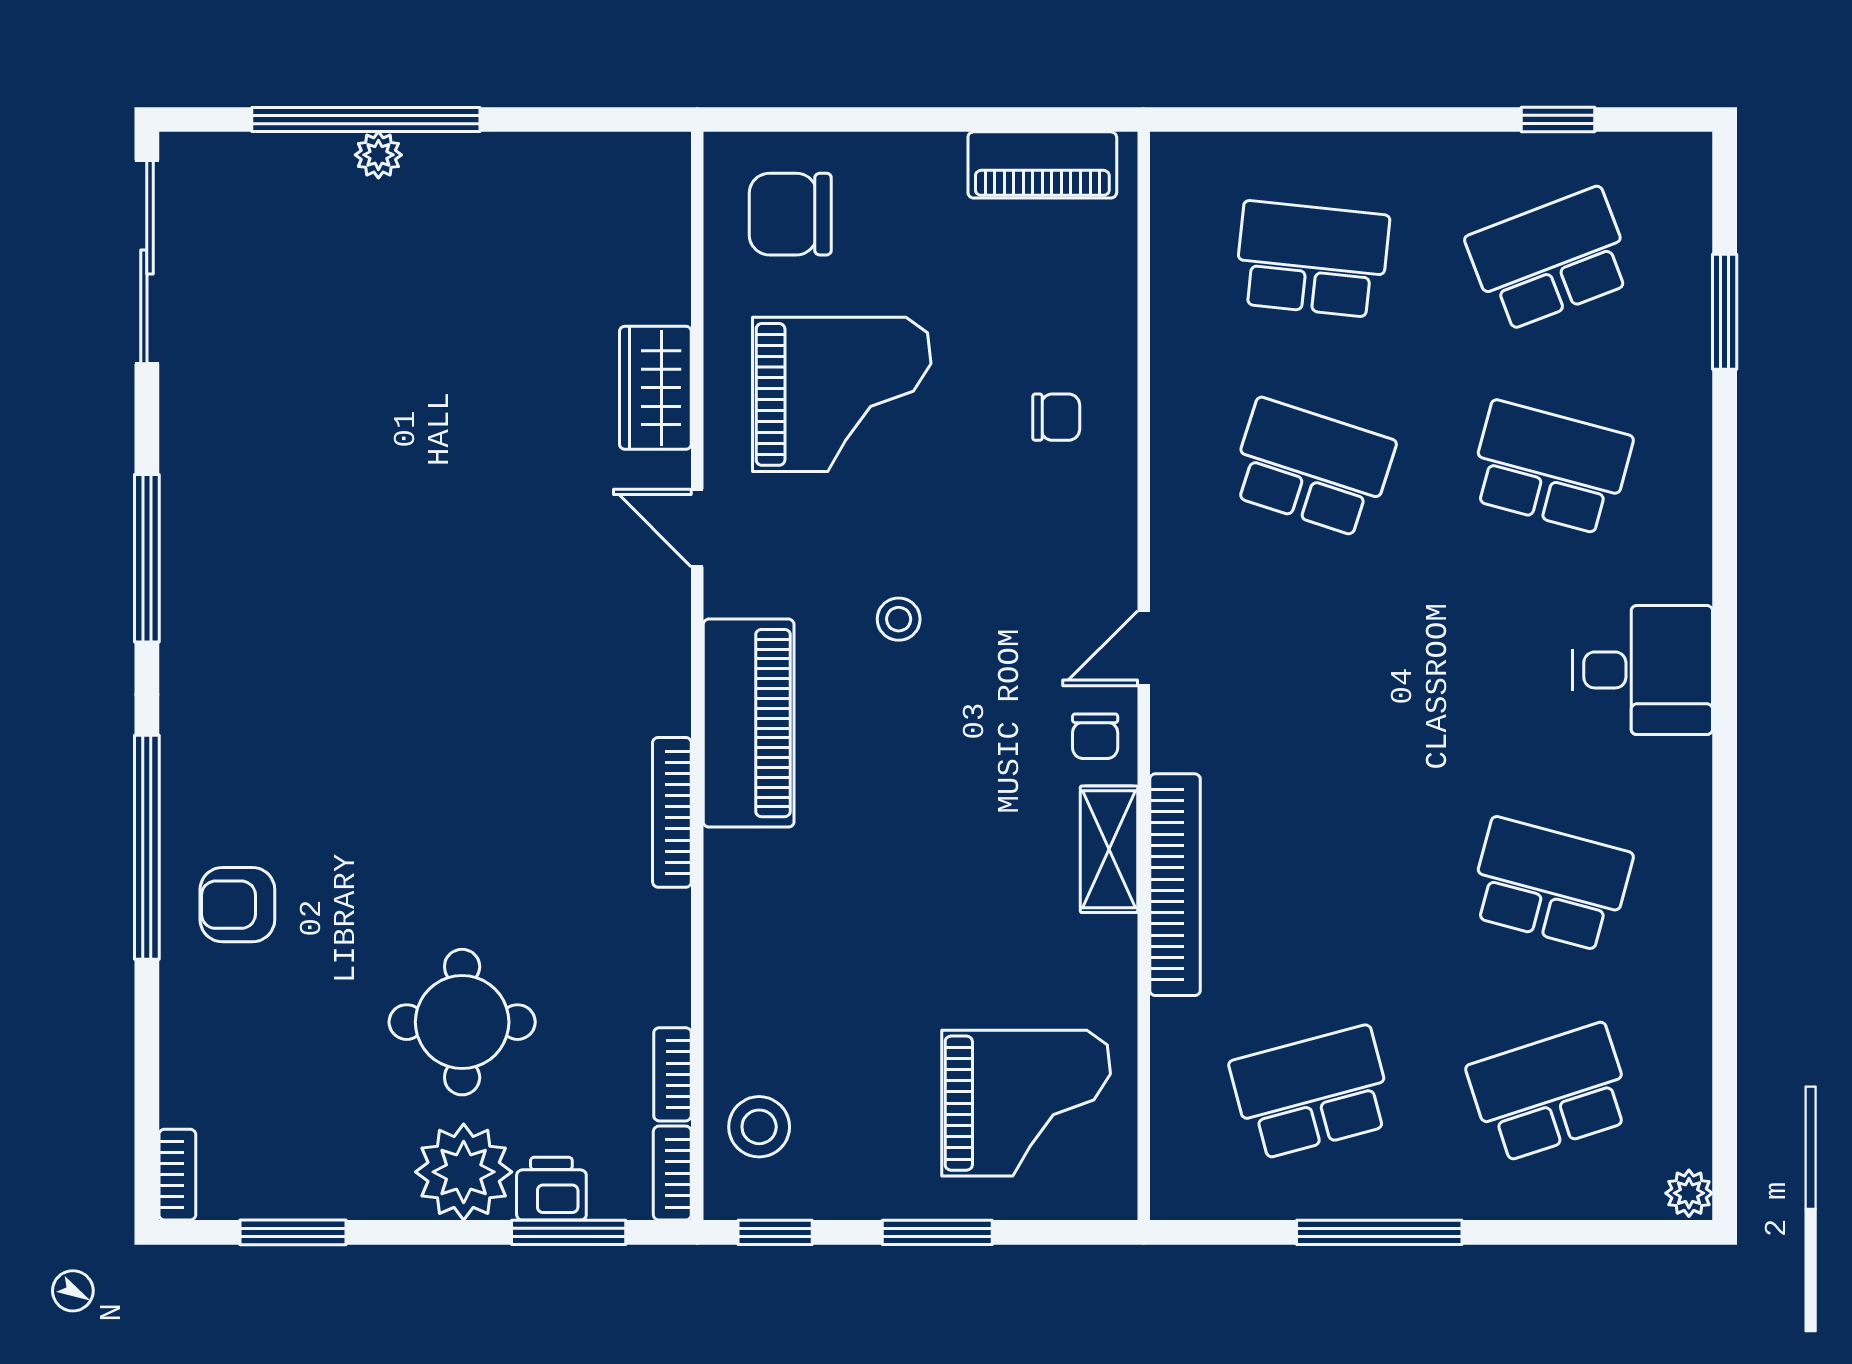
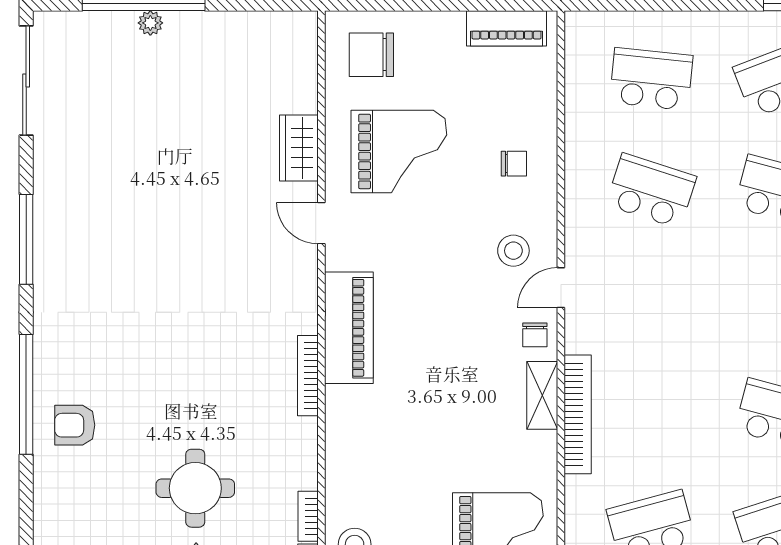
stool: (899, 619) -> (513, 251), moved, width x1.37, depth x1.37

